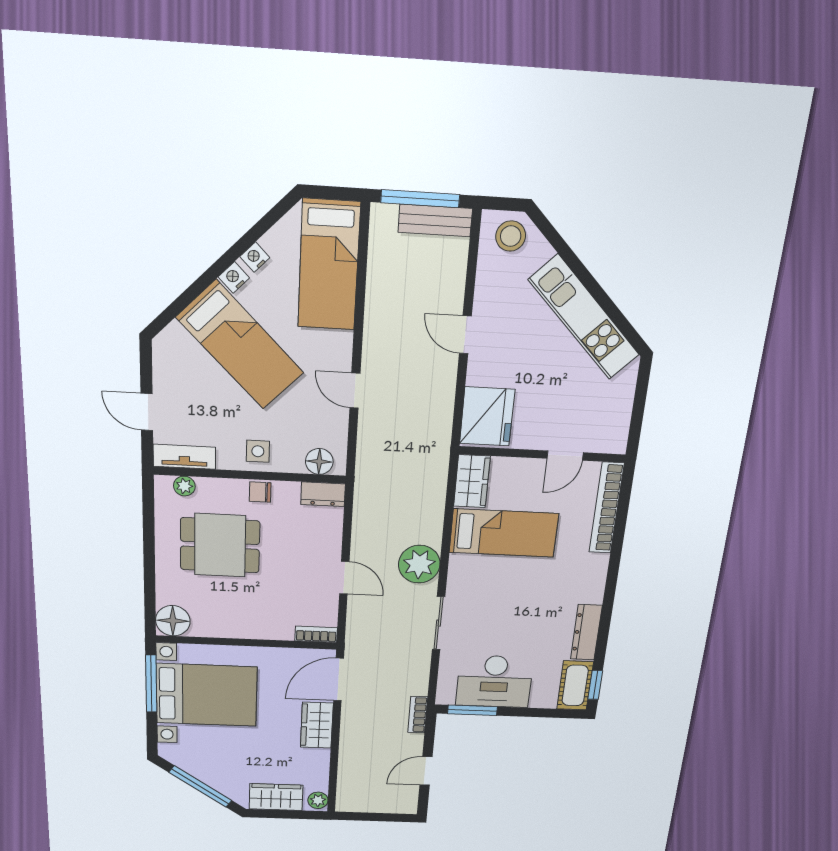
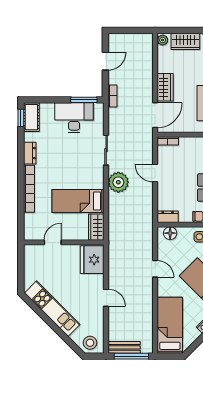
bookcase: (607, 508) -> (29, 189), moved
dresser: (586, 632) -> (30, 153), width x0.70

